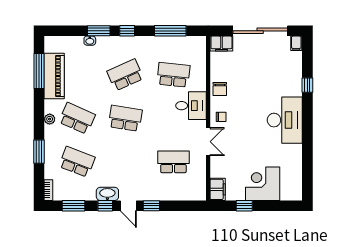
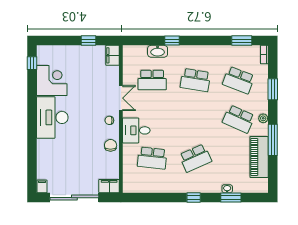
window: (99, 31) -> (231, 198), moved
window: (170, 31) -> (155, 198), removed
window: (39, 71) -> (273, 140), moved
window: (307, 85) -> (32, 63), moved
school desk: (125, 118) -> (195, 80), moved
double door: (208, 142) -> (121, 98), swing flipped
corner desk: (263, 184) -> (52, 81), moved, turned -90
washbasin: (107, 194) -> (158, 51), moved
window: (105, 206) -> (213, 41), removed
door: (128, 206) -> (193, 41), removed

